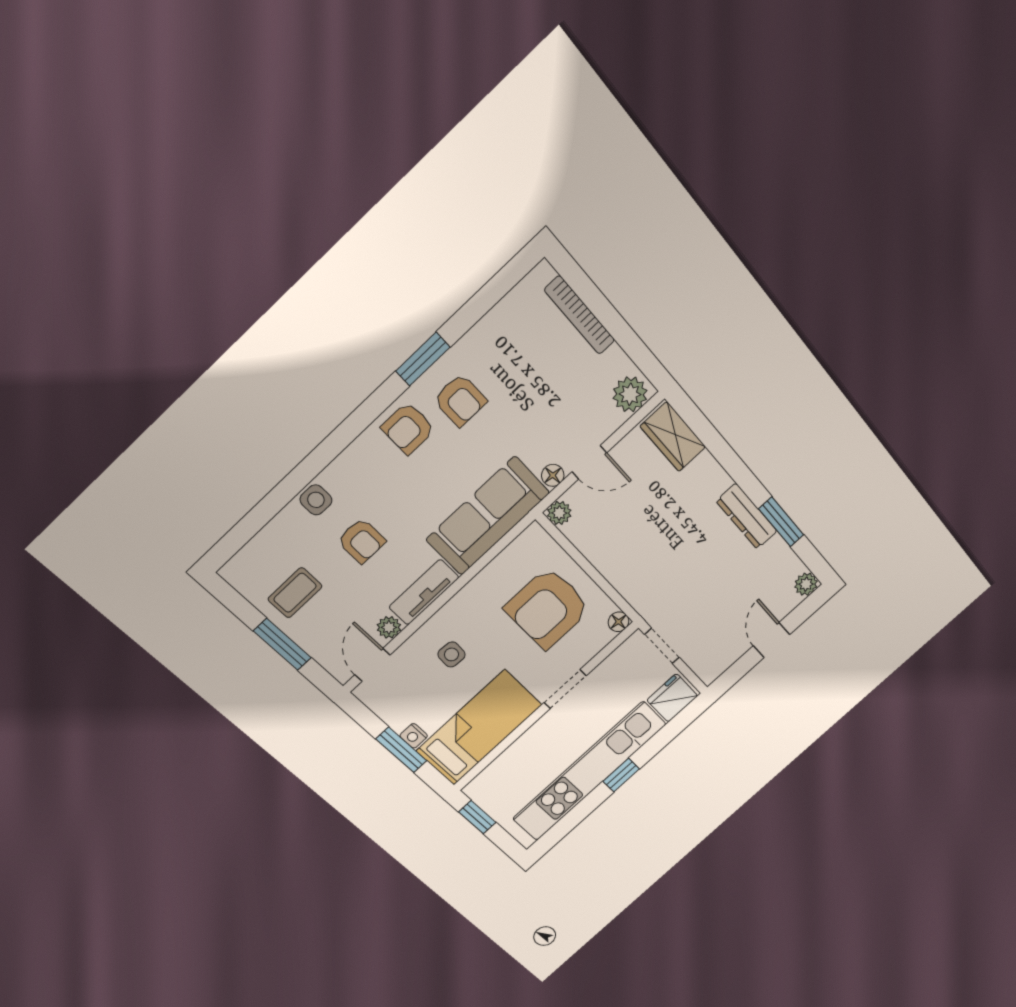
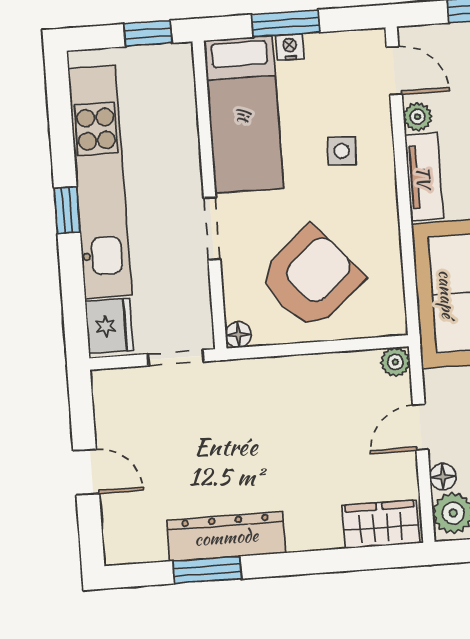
floor lamp: (553, 475) -> (443, 477), moved
dresser: (747, 516) -> (226, 537), width x1.37, depth x1.24
plant: (806, 584) -> (119, 550), removed
armchair: (548, 608) -> (311, 278), turned 49

